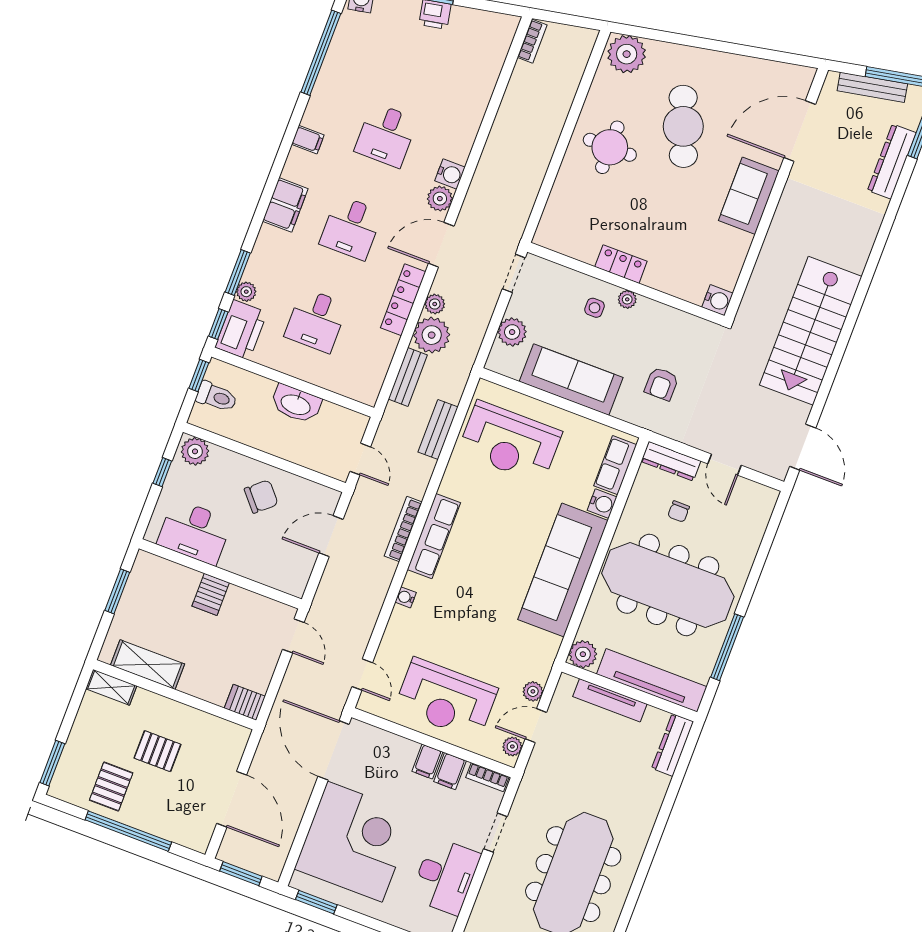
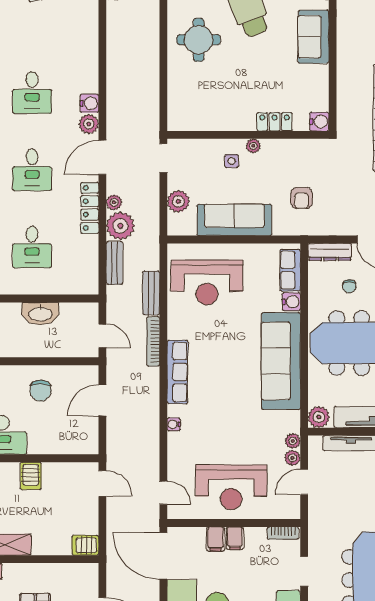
locker: (621, 264) -> (275, 122), moved
chair: (261, 496) -> (40, 391), turned 131
bookcase: (403, 529) -> (153, 341), moved
plant: (512, 747) -> (293, 441), moved
filing cabinet: (450, 771) -> (216, 539), moved

